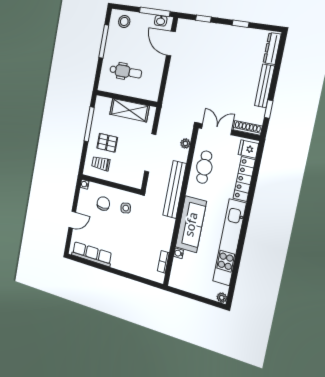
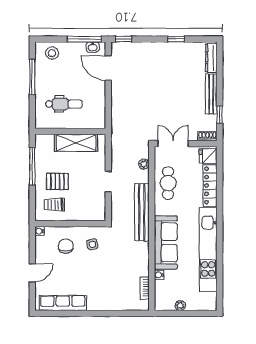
window: (203, 19) -> (124, 39), moved
shoe rack: (248, 128) -> (207, 136), width x0.70
doorway: (150, 153) -> (108, 181), width x0.53
plant: (222, 298) -> (180, 305), moved

